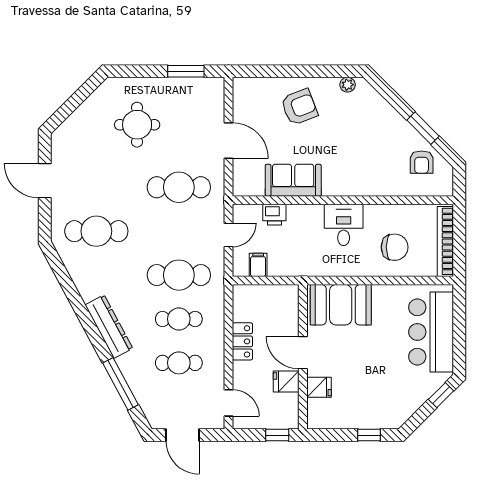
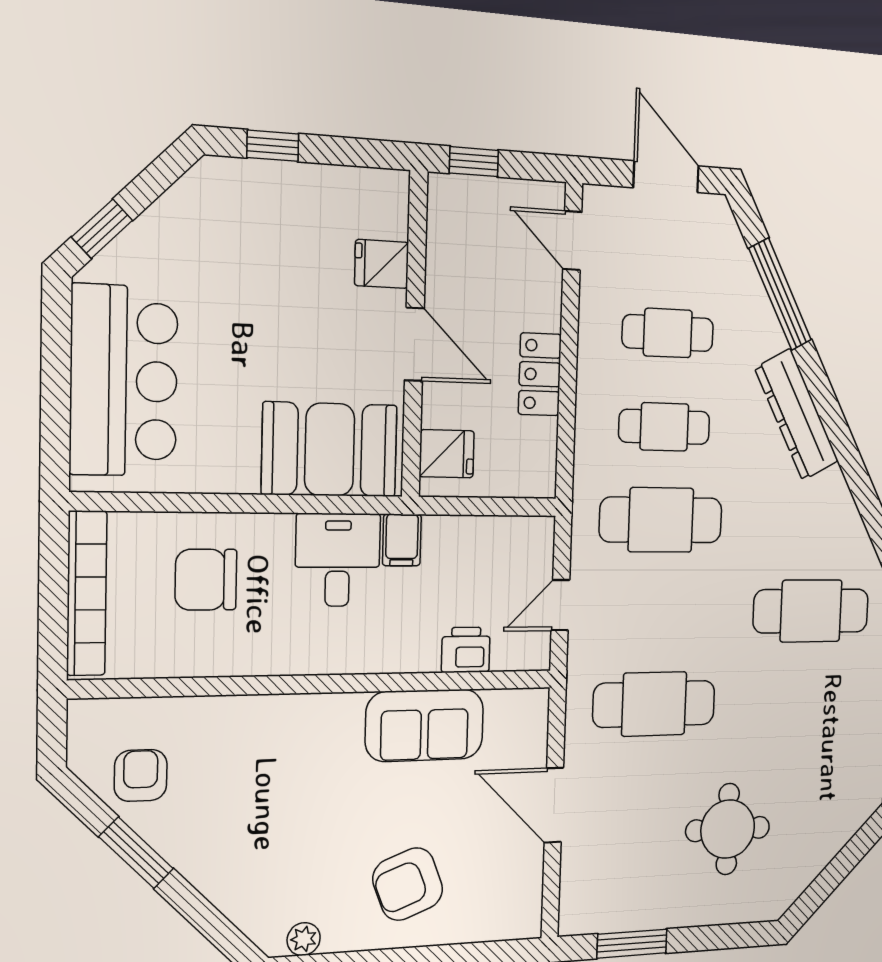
desk: (344, 225) -> (338, 560), moved, turned 180
filing cabinet: (258, 265) -> (402, 540), moved
fridge: (286, 381) -> (447, 454), moved

